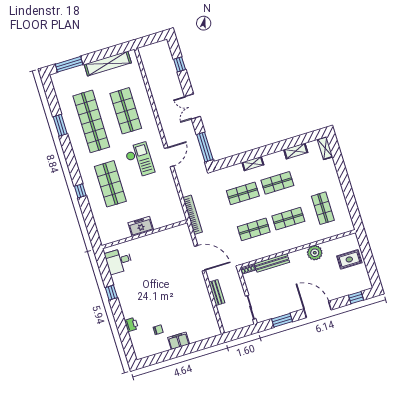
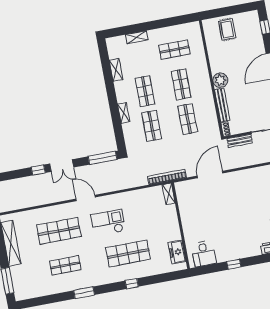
window: (180, 64) -> (38, 170), moved
shop shelf: (91, 121) -> (65, 265), width x0.50, depth x0.74
window: (60, 125) -> (84, 293), moved
shelving: (325, 148) -> (137, 37), moved
door: (169, 157) -> (86, 198), moved
shelving: (176, 218) -> (169, 194), added
freezer: (141, 226) -> (177, 252), moved
plant: (315, 253) -> (220, 80), moved
bench: (217, 293) -> (240, 141), moved

